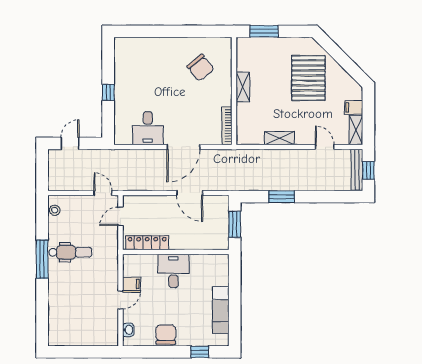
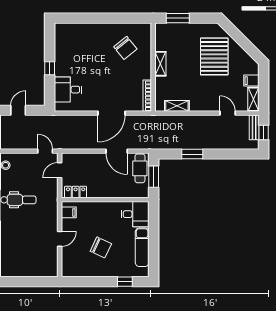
desk: (148, 128) -> (68, 90), moved, turned 90
shelving: (280, 138) -> (177, 106), moved
bench: (357, 170) -> (254, 127), width x0.73
cafe table: (218, 214) -> (140, 168), added
locker: (147, 243) -> (76, 192), width x0.66
desk: (173, 271) -> (135, 214), moved, turned 90
filing cabinet: (132, 284) -> (69, 212), moved
washbasin: (128, 330) -> (66, 264), removed
chair: (166, 335) -> (101, 247), moved, turned 115

